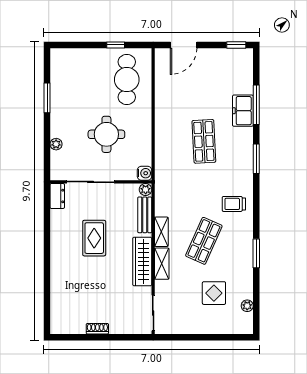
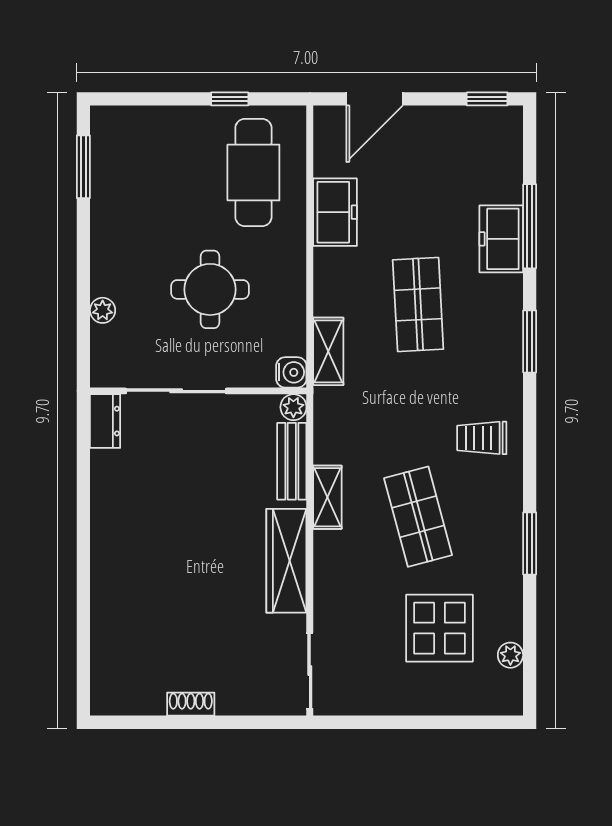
window: (47, 98) -> (83, 167), moved
freezer: (165, 98) -> (335, 212), added
rug: (94, 238) -> (184, 511), removed
shop shelf: (204, 241) -> (418, 517), turned -39
shelving: (162, 264) -> (328, 351), moved
display table: (214, 293) -> (439, 628), width x1.36, depth x1.36

